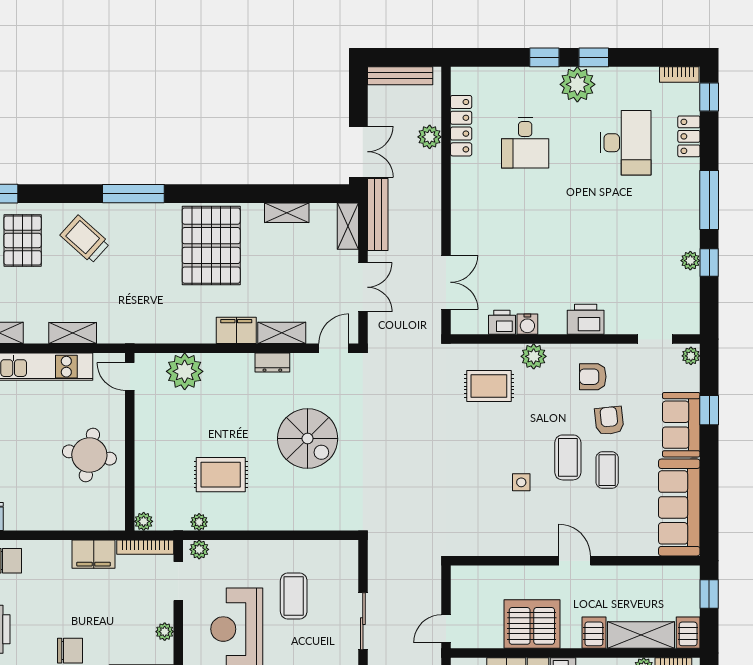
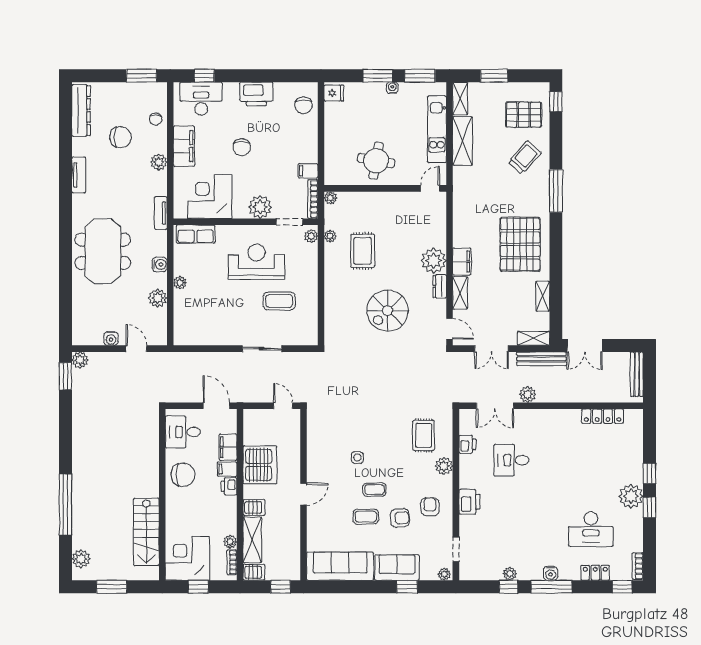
plant: (430, 137) -> (528, 394), moved
desk: (525, 143) -> (511, 460), moved
pallet: (211, 246) -> (520, 244), turned 90
water cooler: (527, 324) -> (551, 573), moved, turned -90
shelving: (73, 333) -> (462, 141), width x1.50, depth x1.33
plant: (185, 371) -> (434, 261), moved
coffee table: (568, 457) -> (374, 490), width x0.73, depth x0.77
filing cabinet: (94, 554) -> (308, 171), width x0.50
door: (446, 629) -> (283, 406), moved
plant: (165, 632) -> (260, 207), width x1.88, depth x1.88

